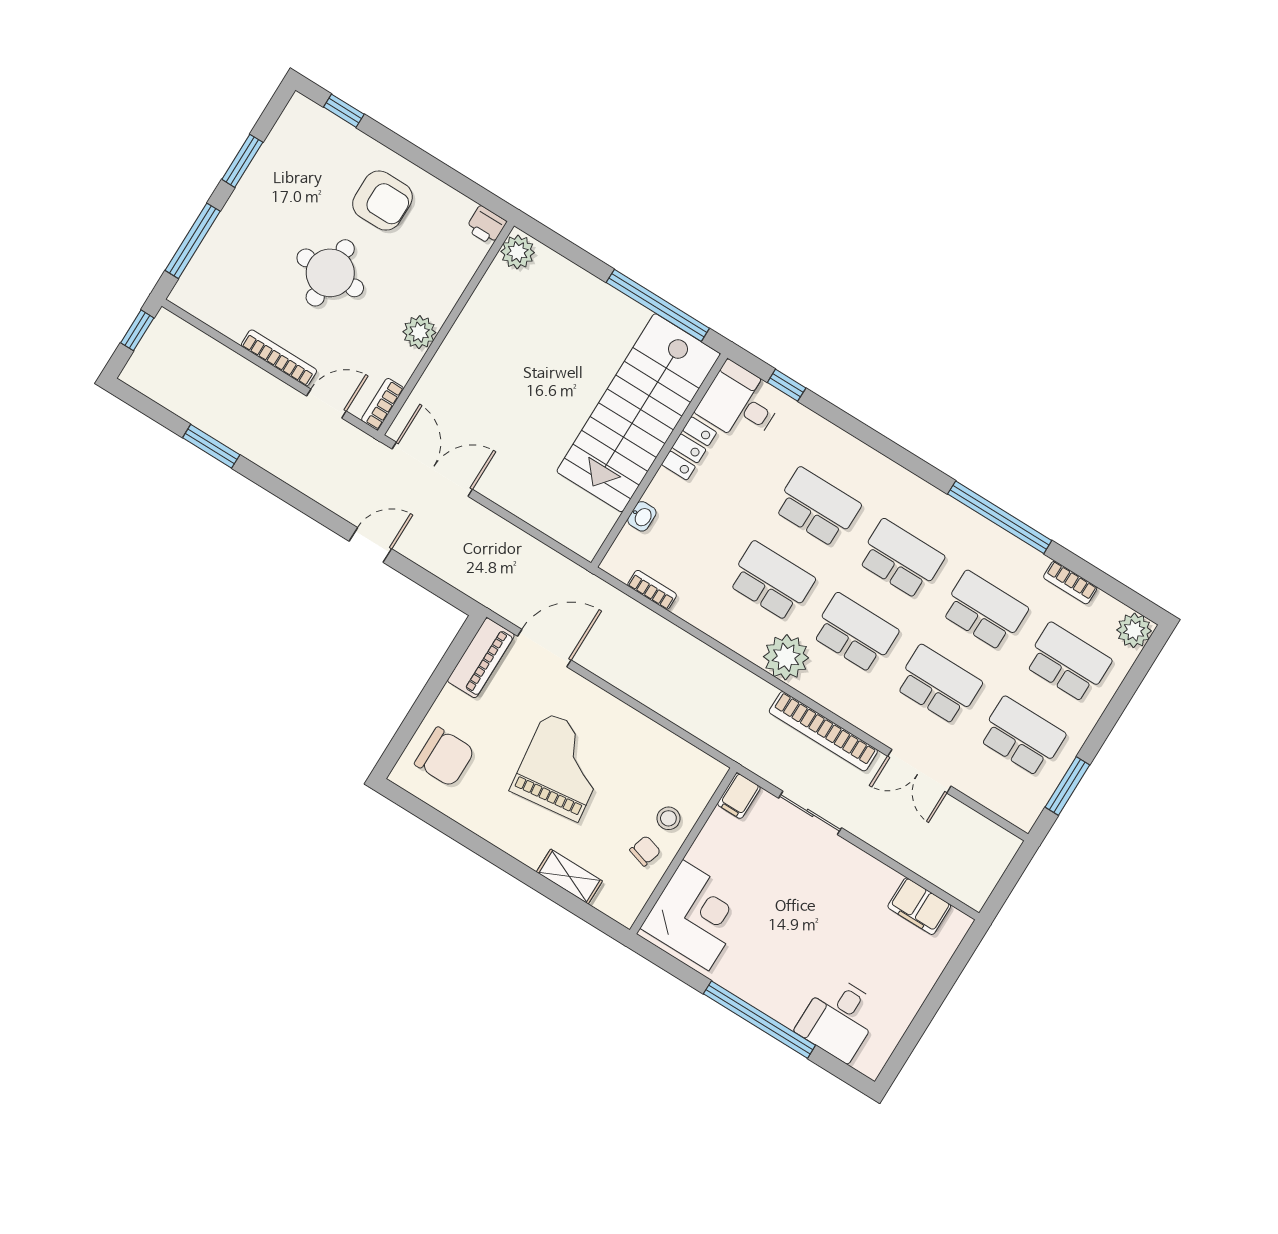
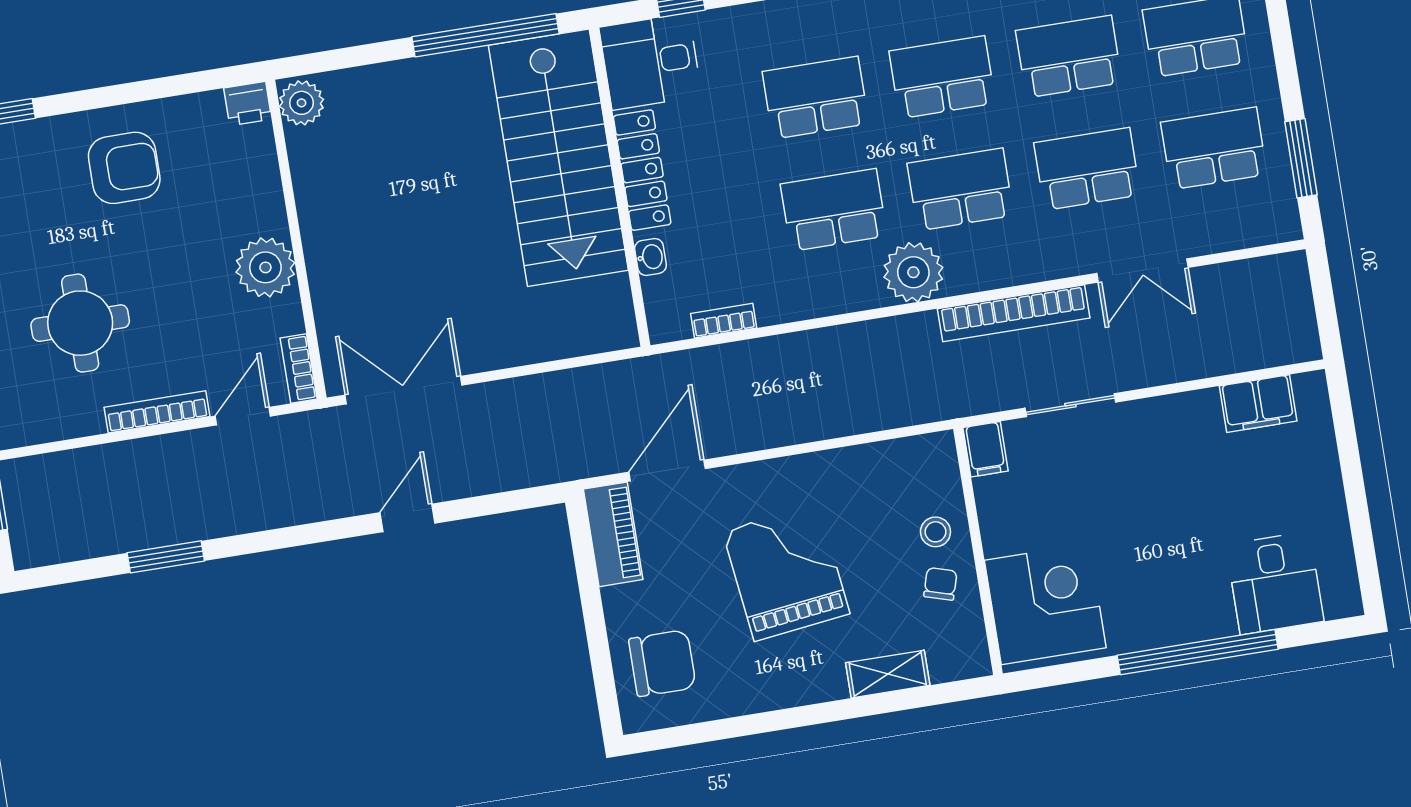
round table: (330, 273) -> (80, 323), moved
plant: (419, 332) -> (265, 267), width x1.36, depth x1.36
locker: (689, 448) -> (642, 170), width x1.53

